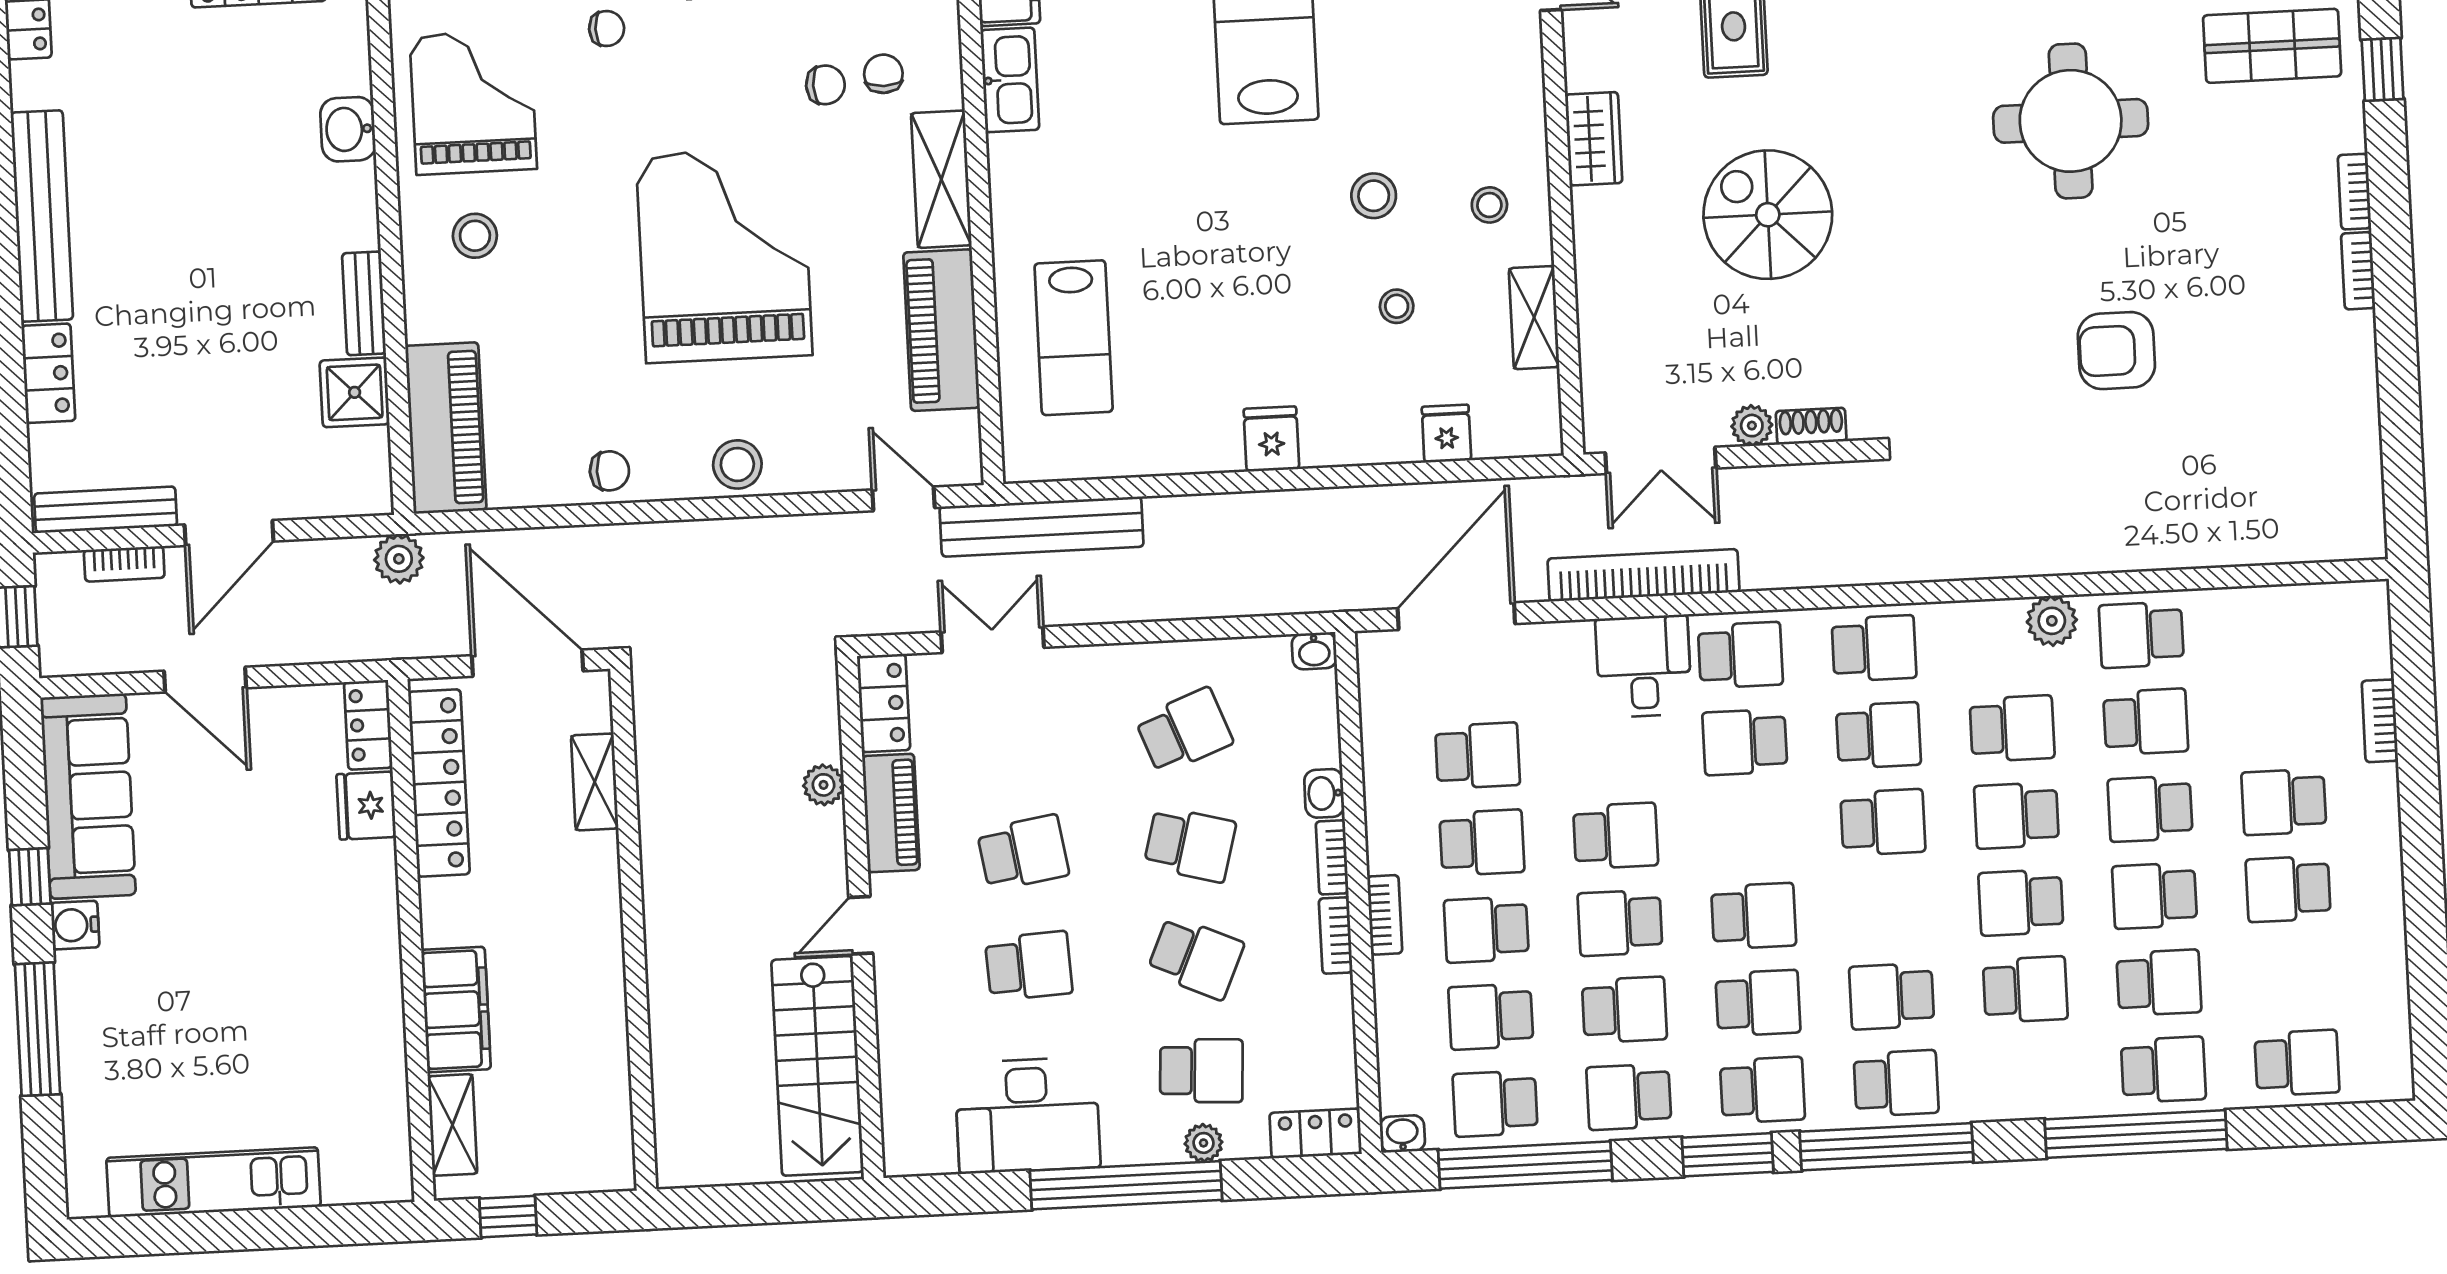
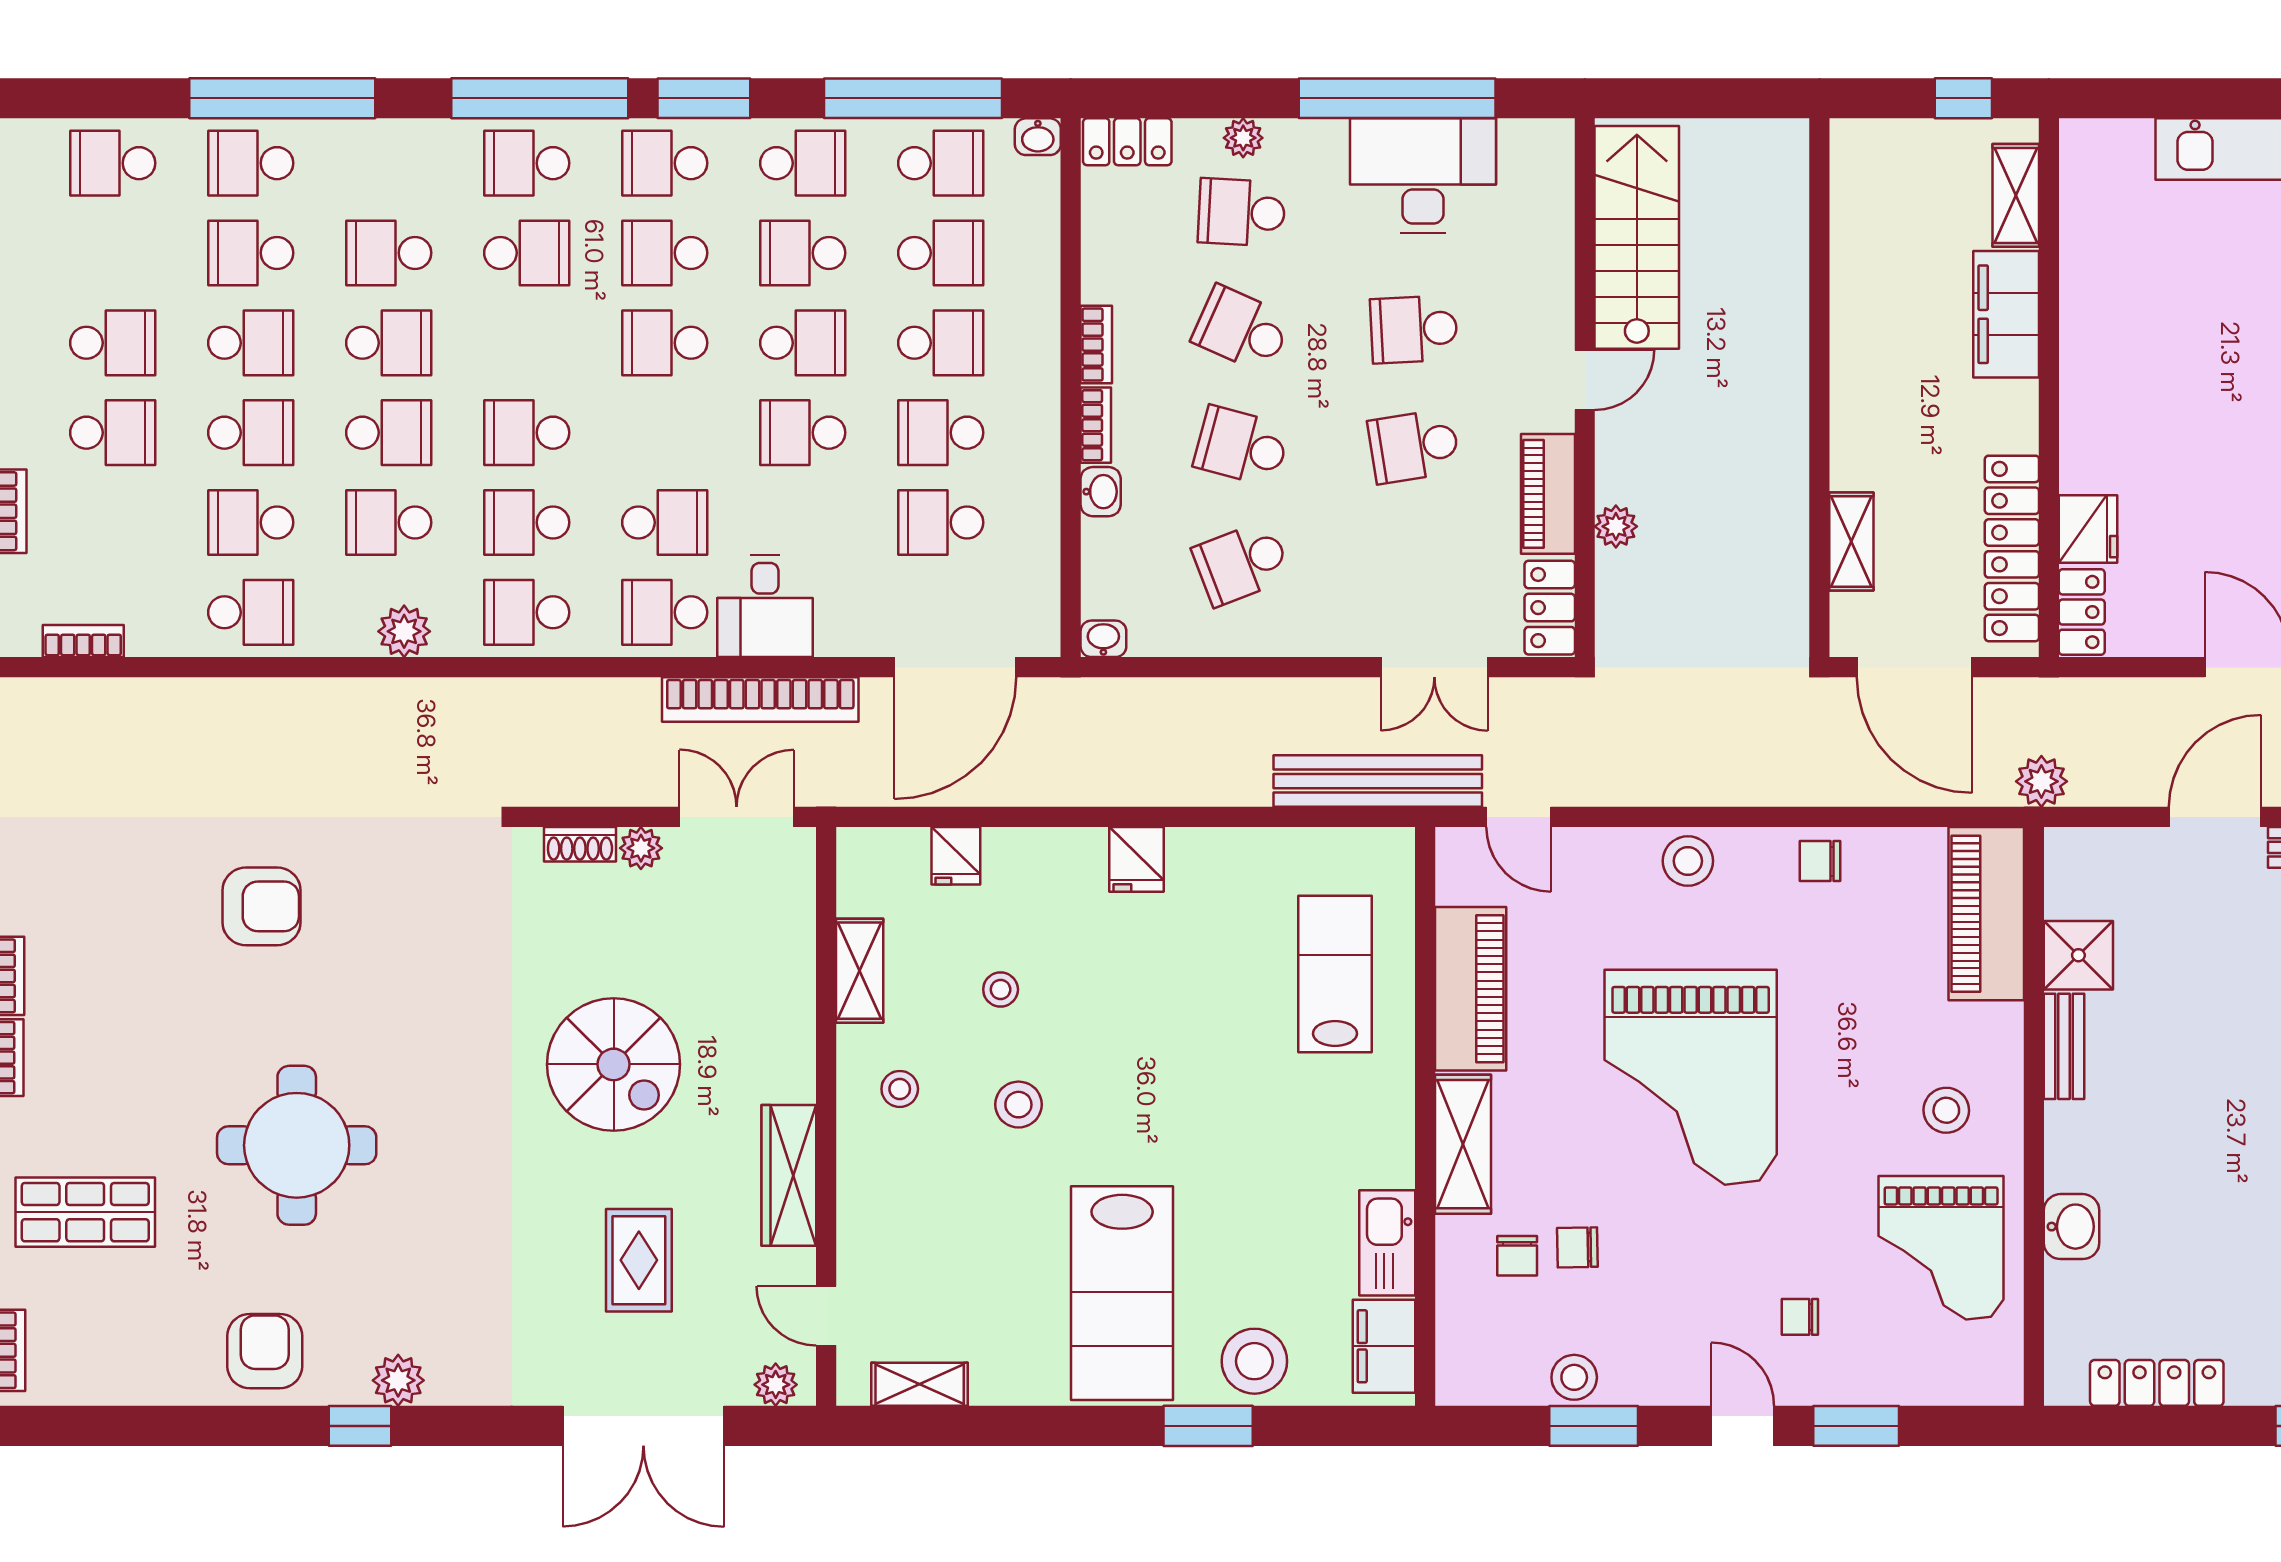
wardrobe: (1594, 139) -> (789, 1175), width x1.50
plant: (2052, 621) -> (404, 631), moved
bookcase: (1385, 915) -> (83, 641), moved, turned 90
window: (1126, 1185) -> (1397, 98), moved

